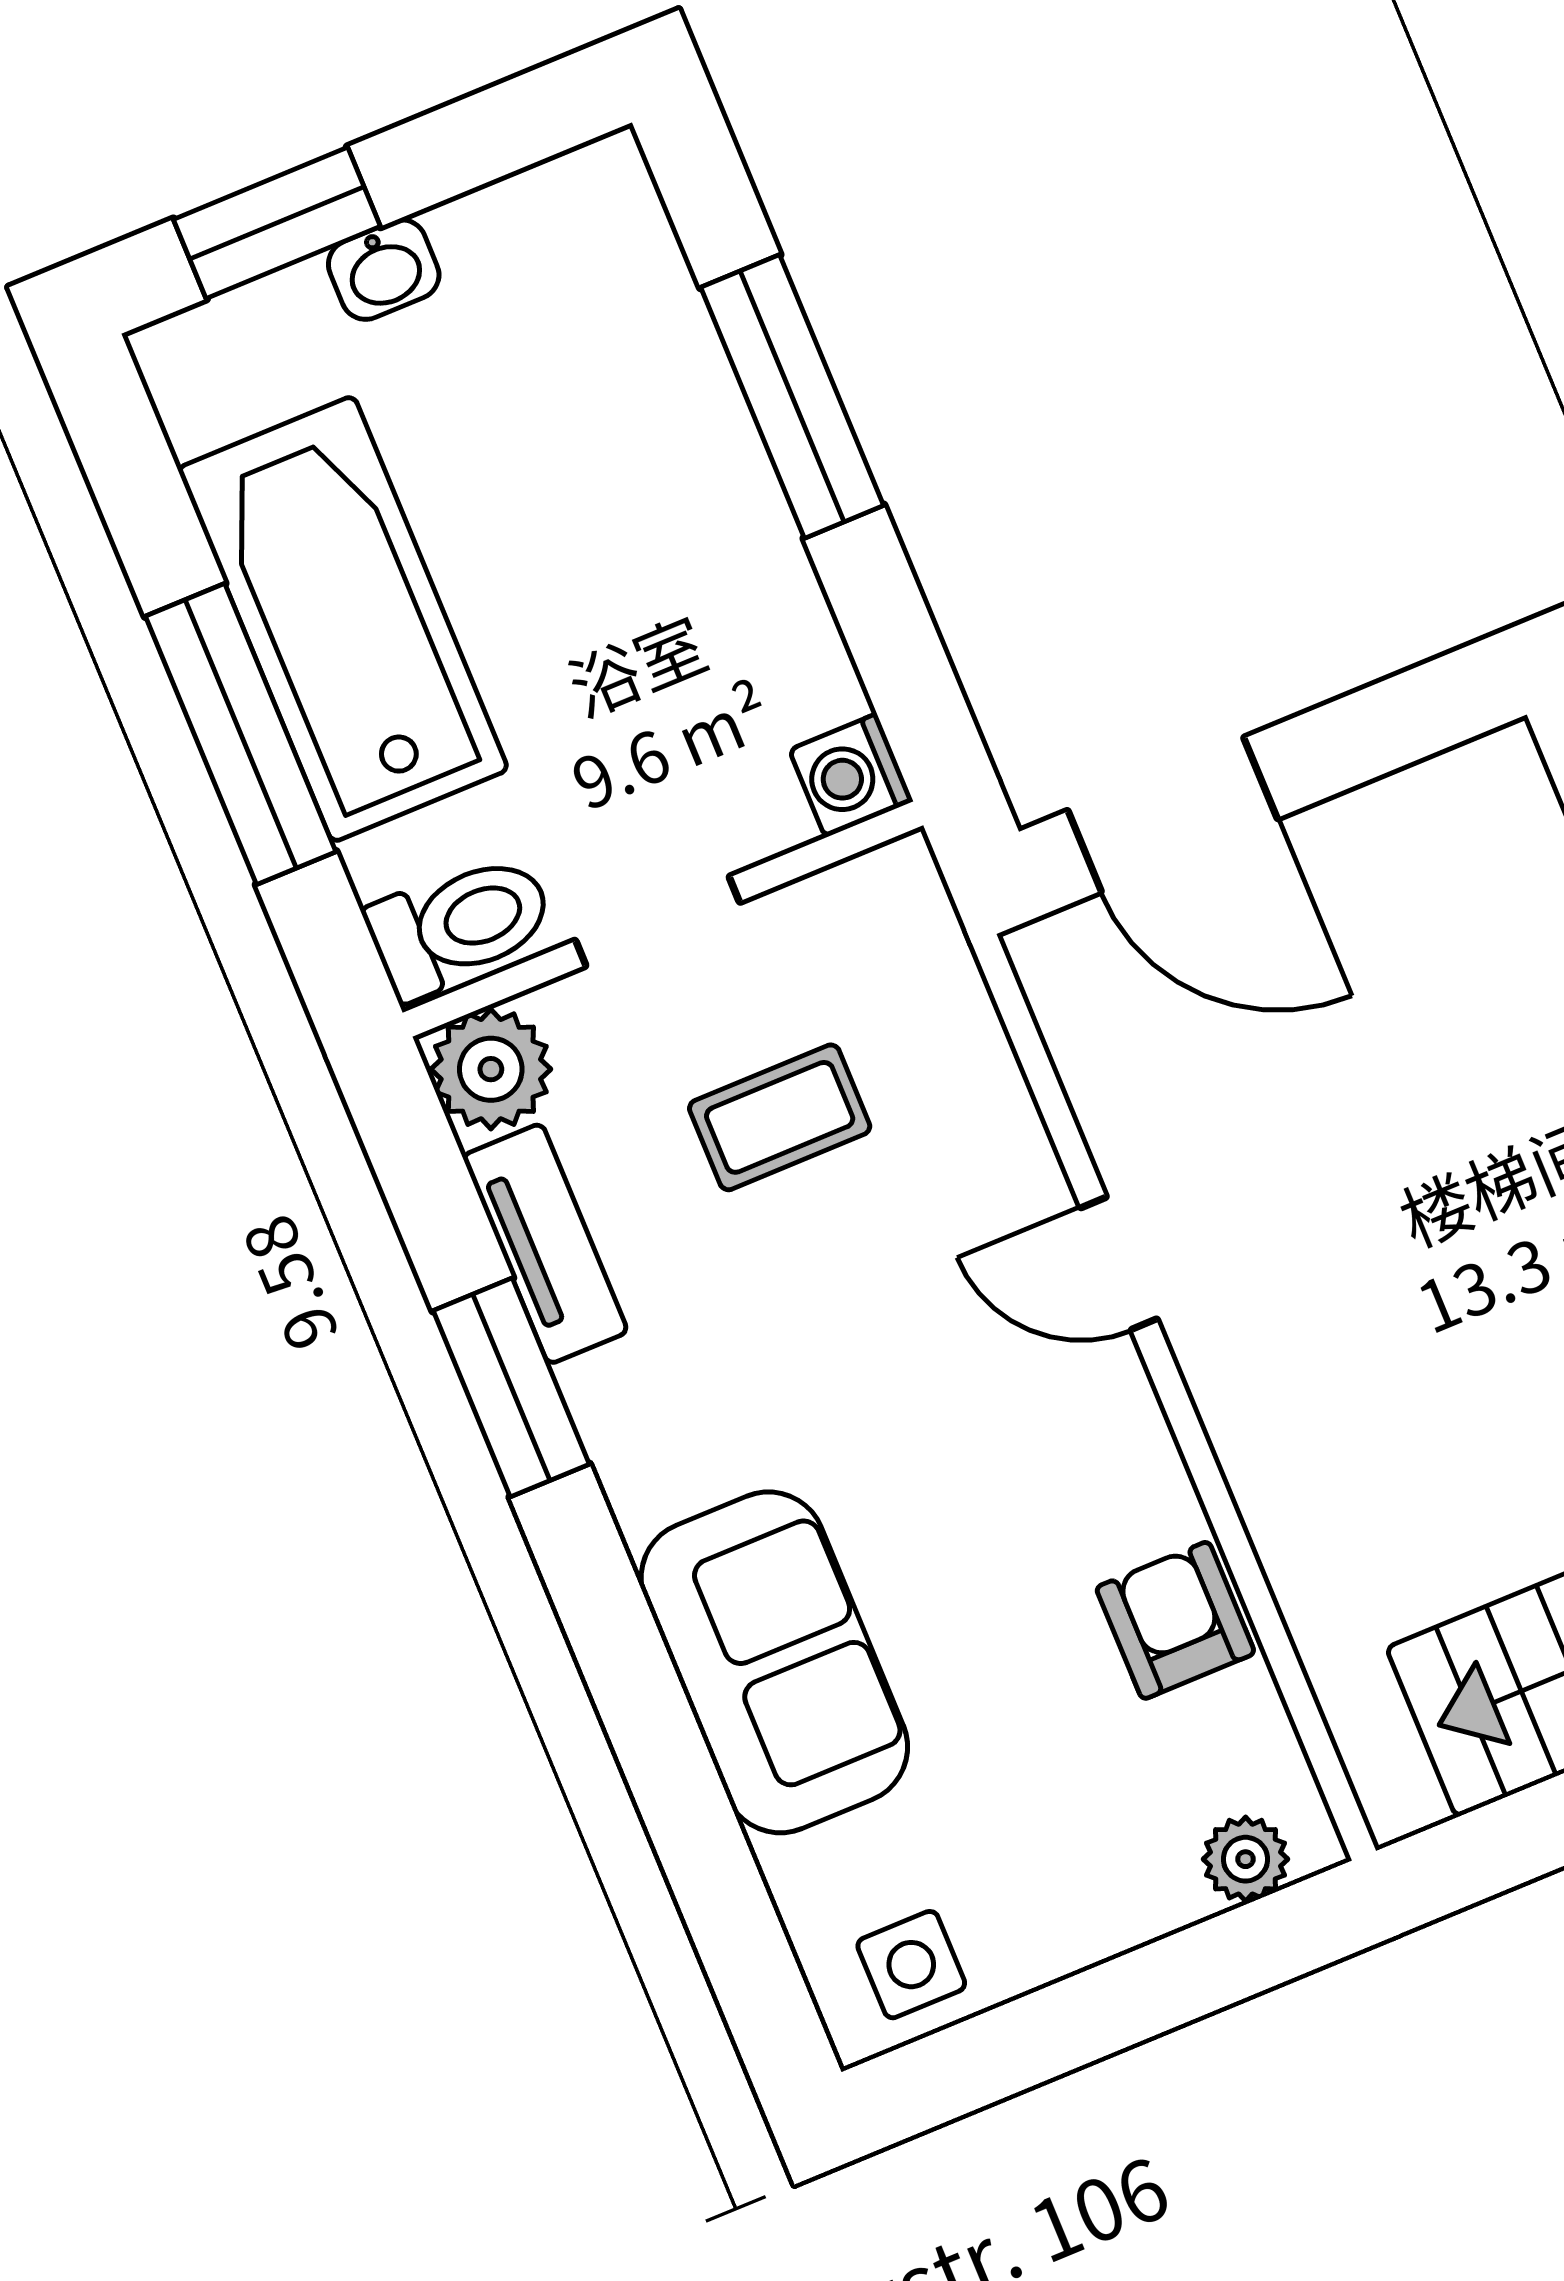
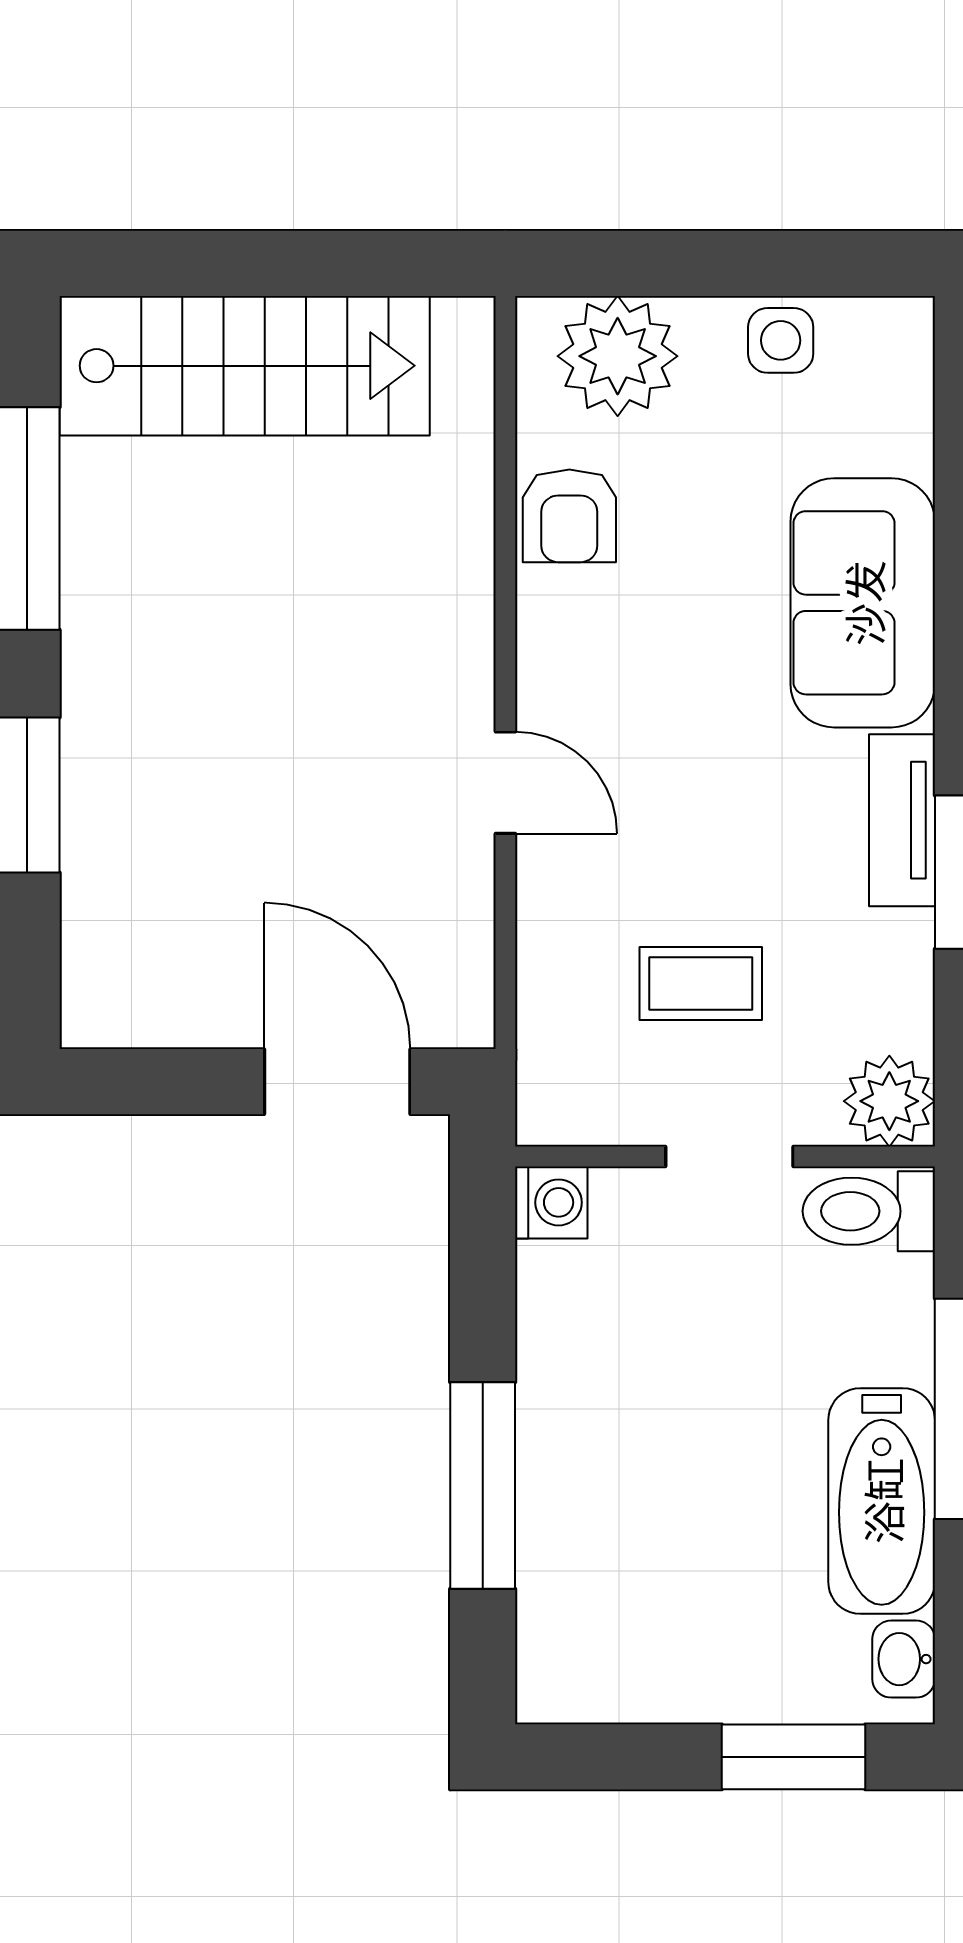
washbasin: (384, 270) -> (904, 1659), moved, turned -90
bathtub: (343, 619) -> (882, 1501), width x0.73, depth x0.73
tv unit: (545, 1244) -> (902, 820), moved
plant: (1246, 1859) -> (618, 356), width x1.88, depth x1.88
side table: (911, 1965) -> (781, 340), moved

